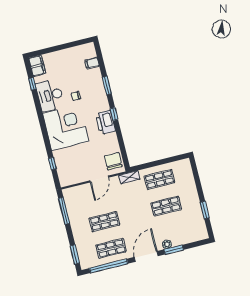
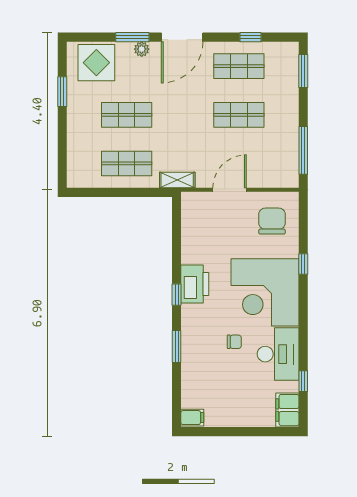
filing cabinet: (92, 63) -> (192, 418), moved
chair: (113, 161) -> (272, 221), moved, turned 180
window: (52, 164) -> (303, 264), moved
display table: (190, 231) -> (96, 63), added
window: (109, 266) -> (251, 37), width x0.32

